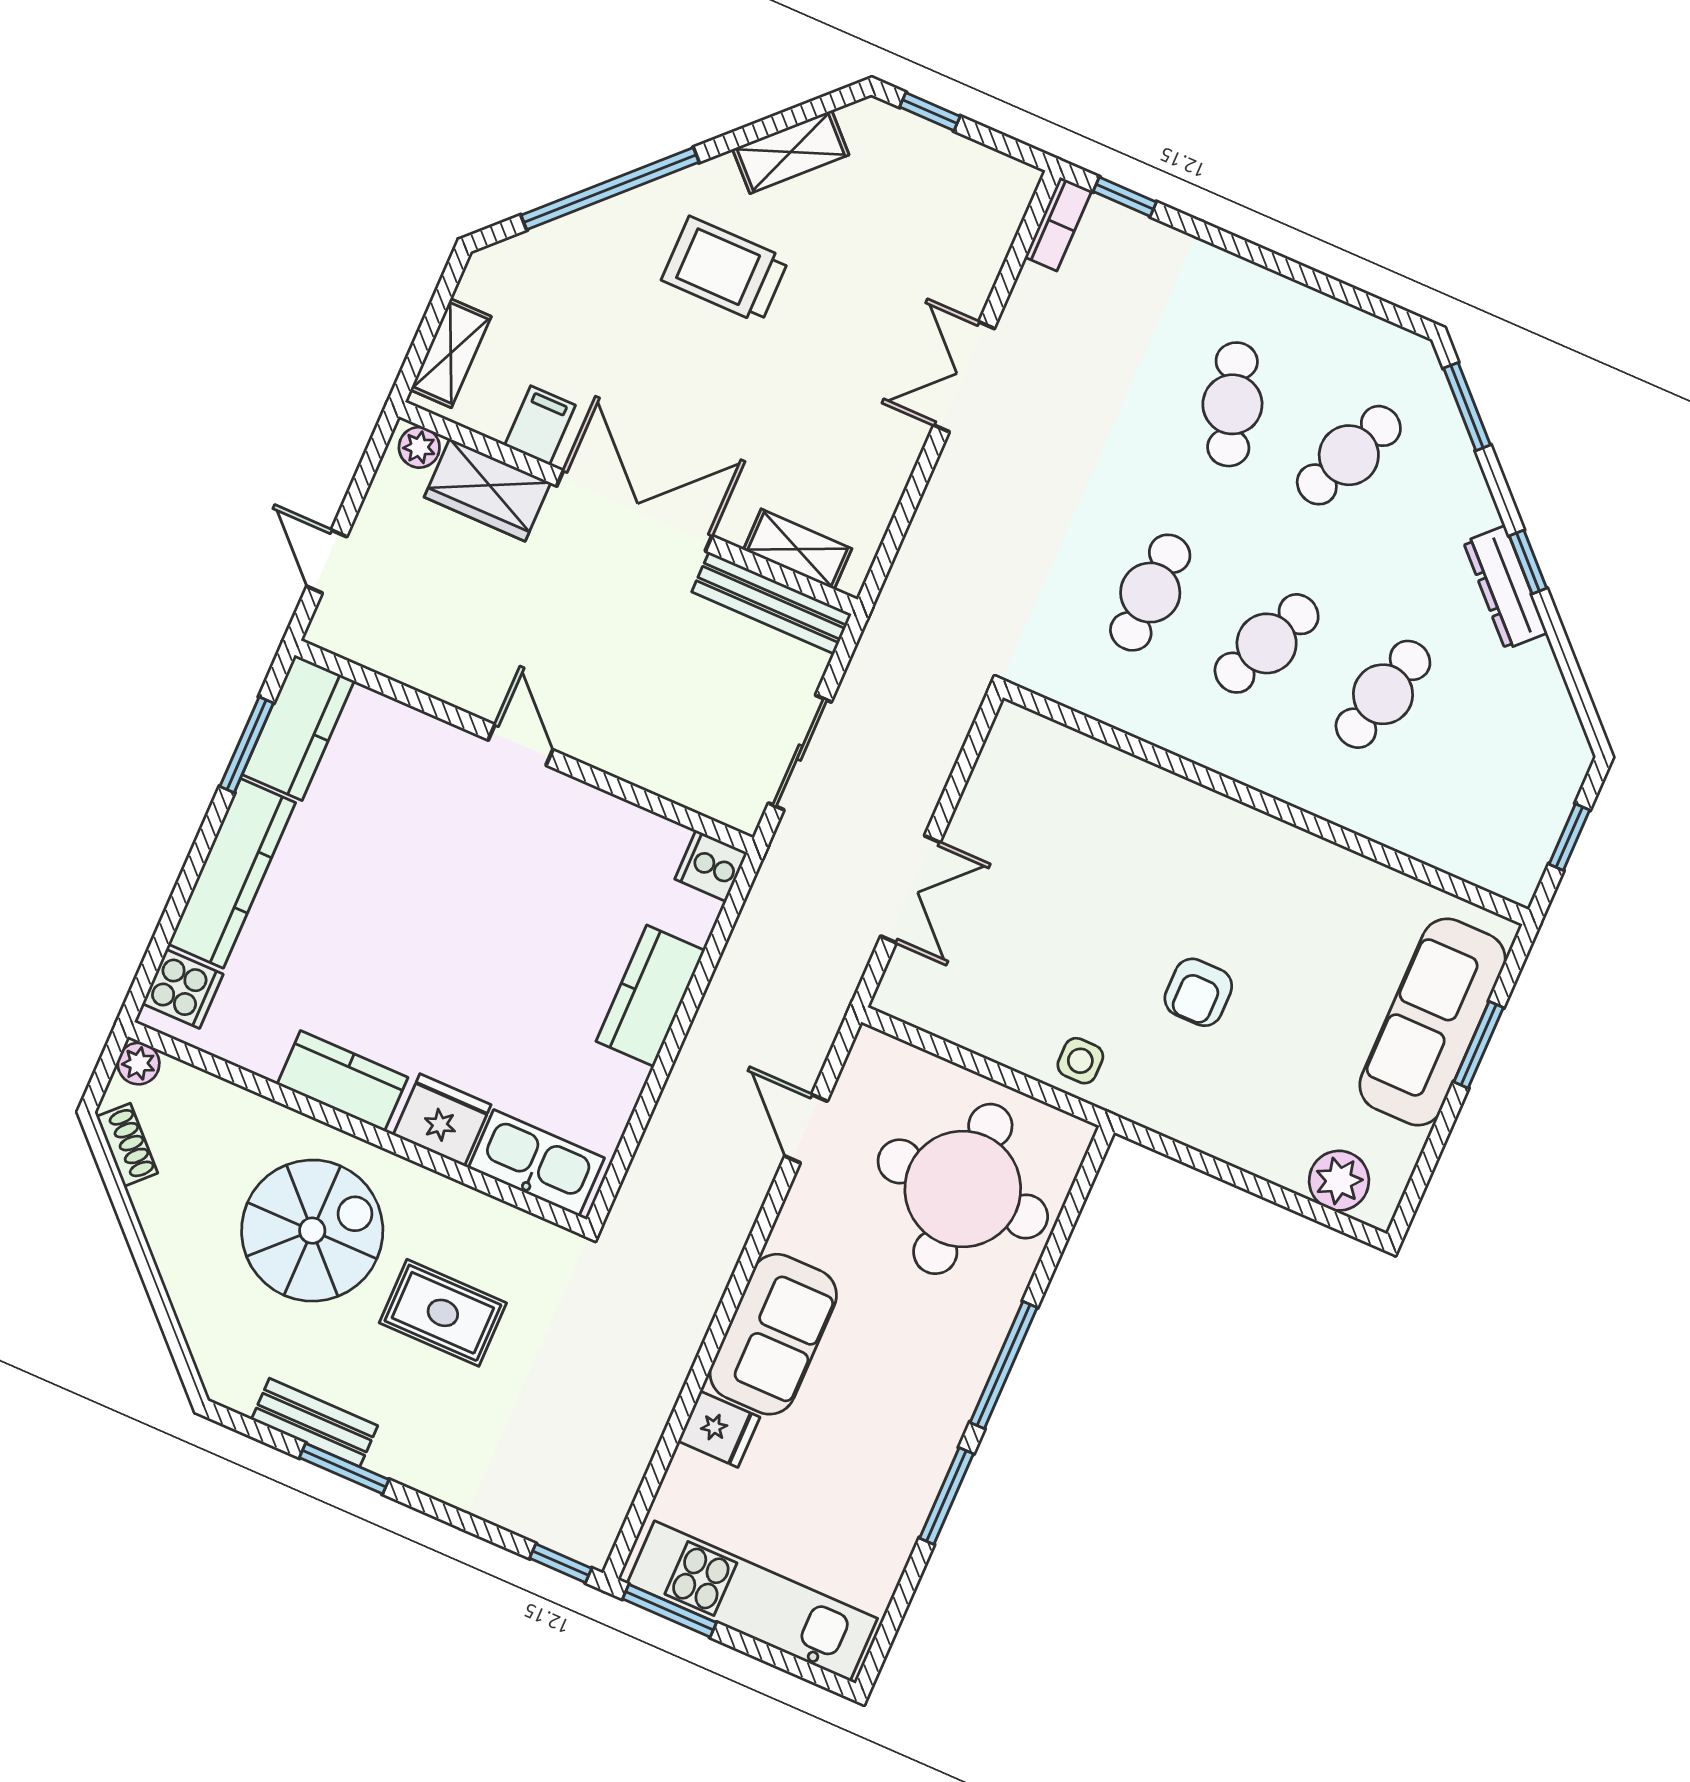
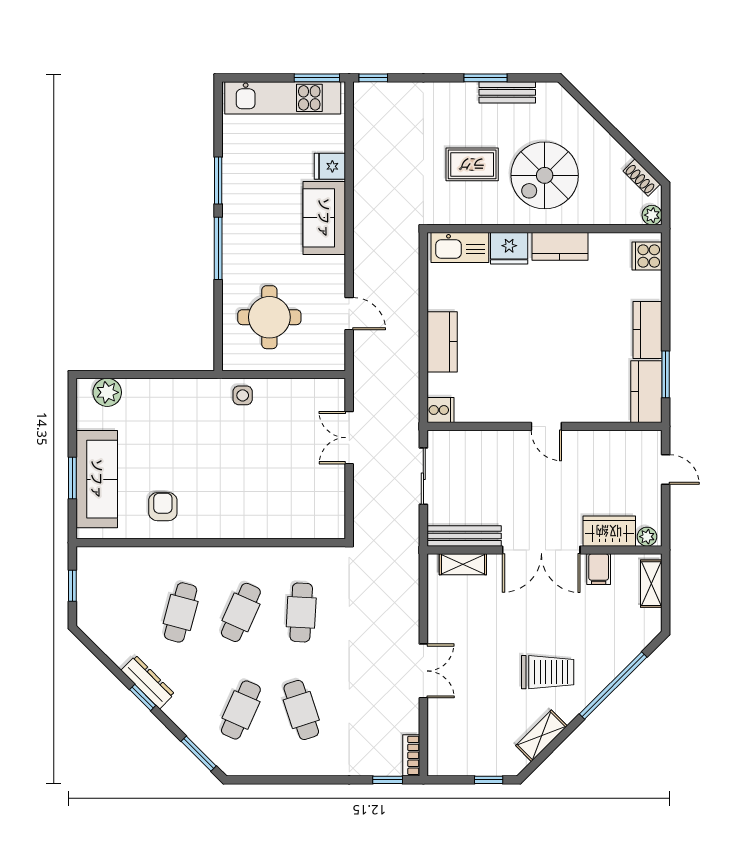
kitchen counter: (232, 873) -> (648, 330), width x0.67
armchair: (1198, 992) -> (163, 507), moved
round table: (963, 1189) -> (269, 317), width x0.73, depth x0.73

